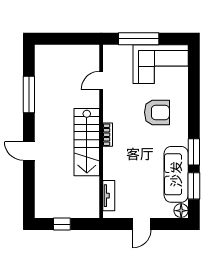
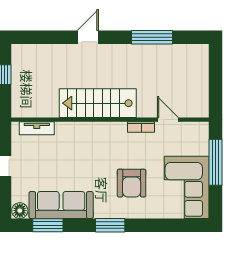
bookcase: (108, 135) -> (141, 127), moved
window: (194, 152) -> (110, 225), moved

